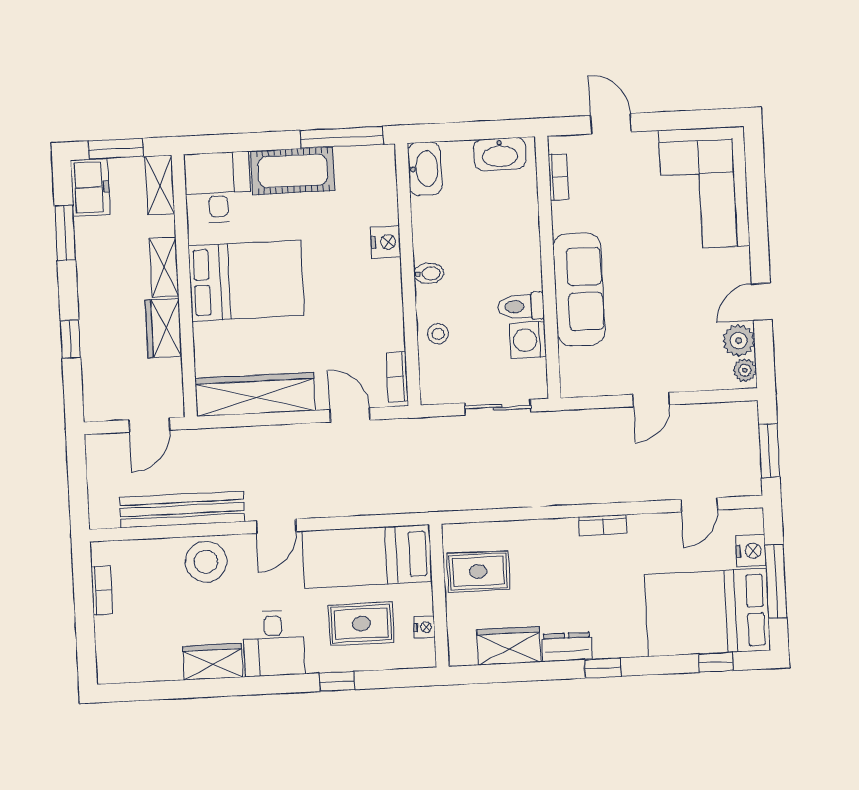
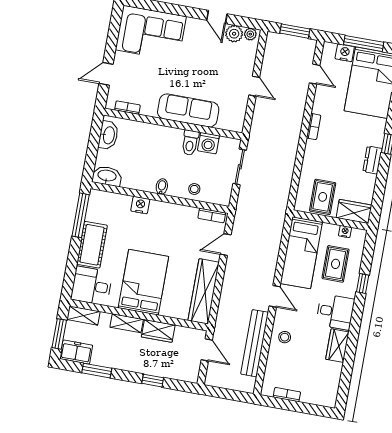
stool: (206, 562) -> (285, 337), width x0.53, depth x0.53
wardrobe: (509, 646) -> (354, 211), moved, turned 90

